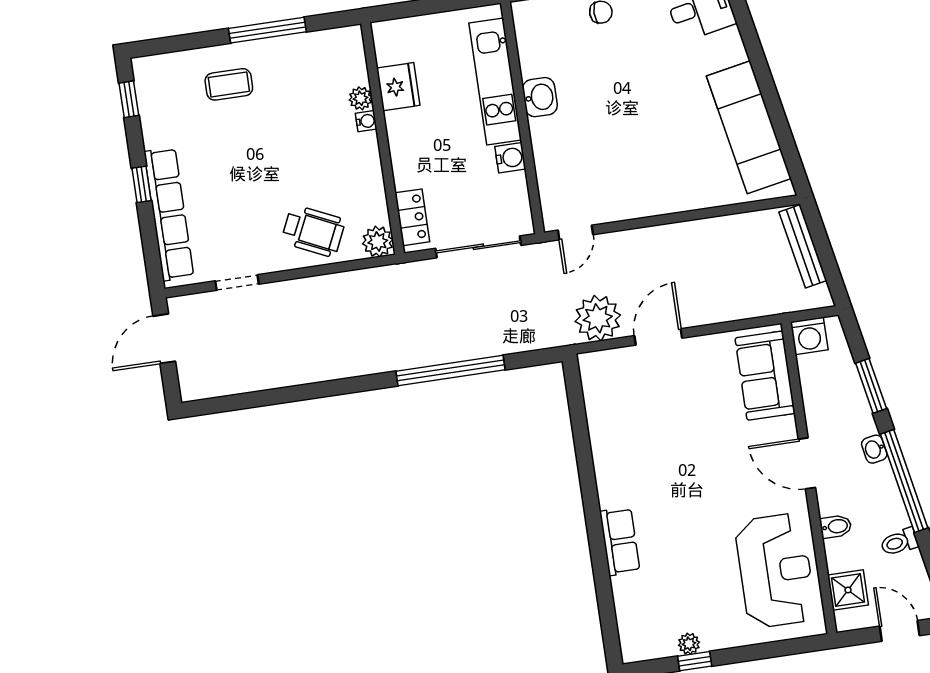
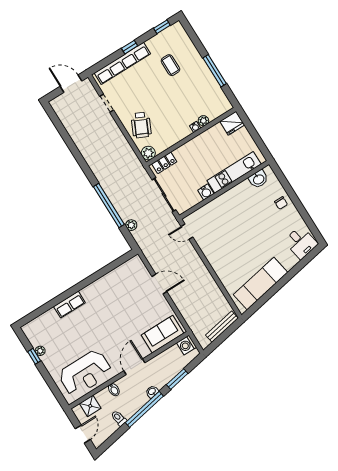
coffee table: (229, 84) -> (170, 65), moved
fridge: (398, 87) -> (232, 123), moved
washbasin: (540, 97) -> (258, 179), moved
plant: (598, 318) -> (131, 225), moved, width x0.53, depth x0.53

